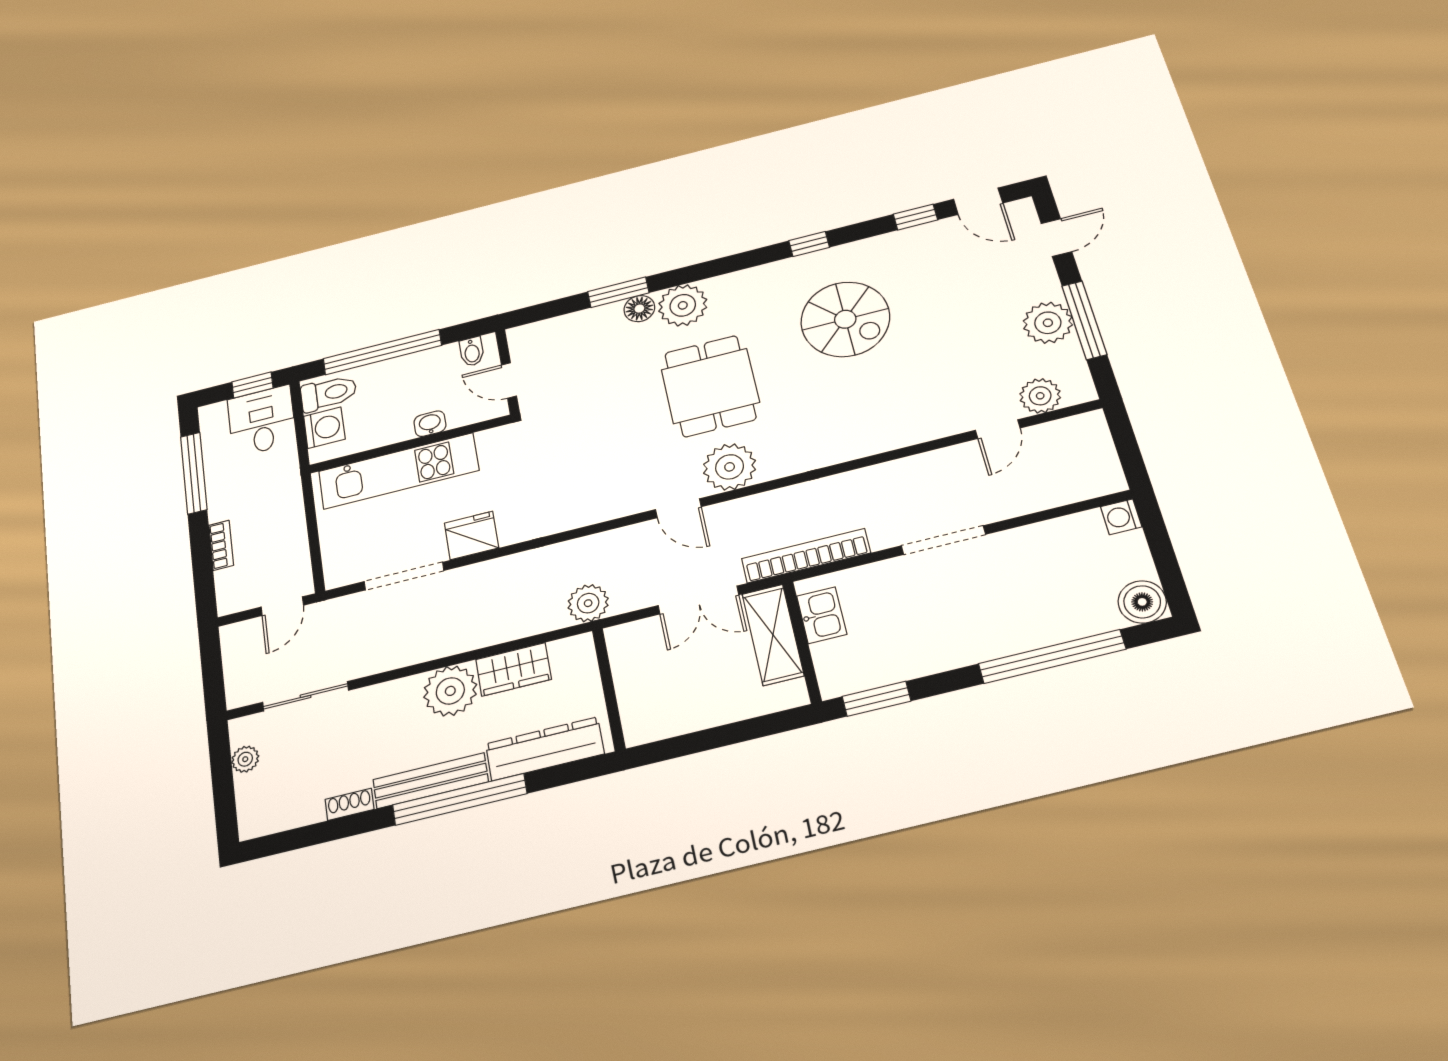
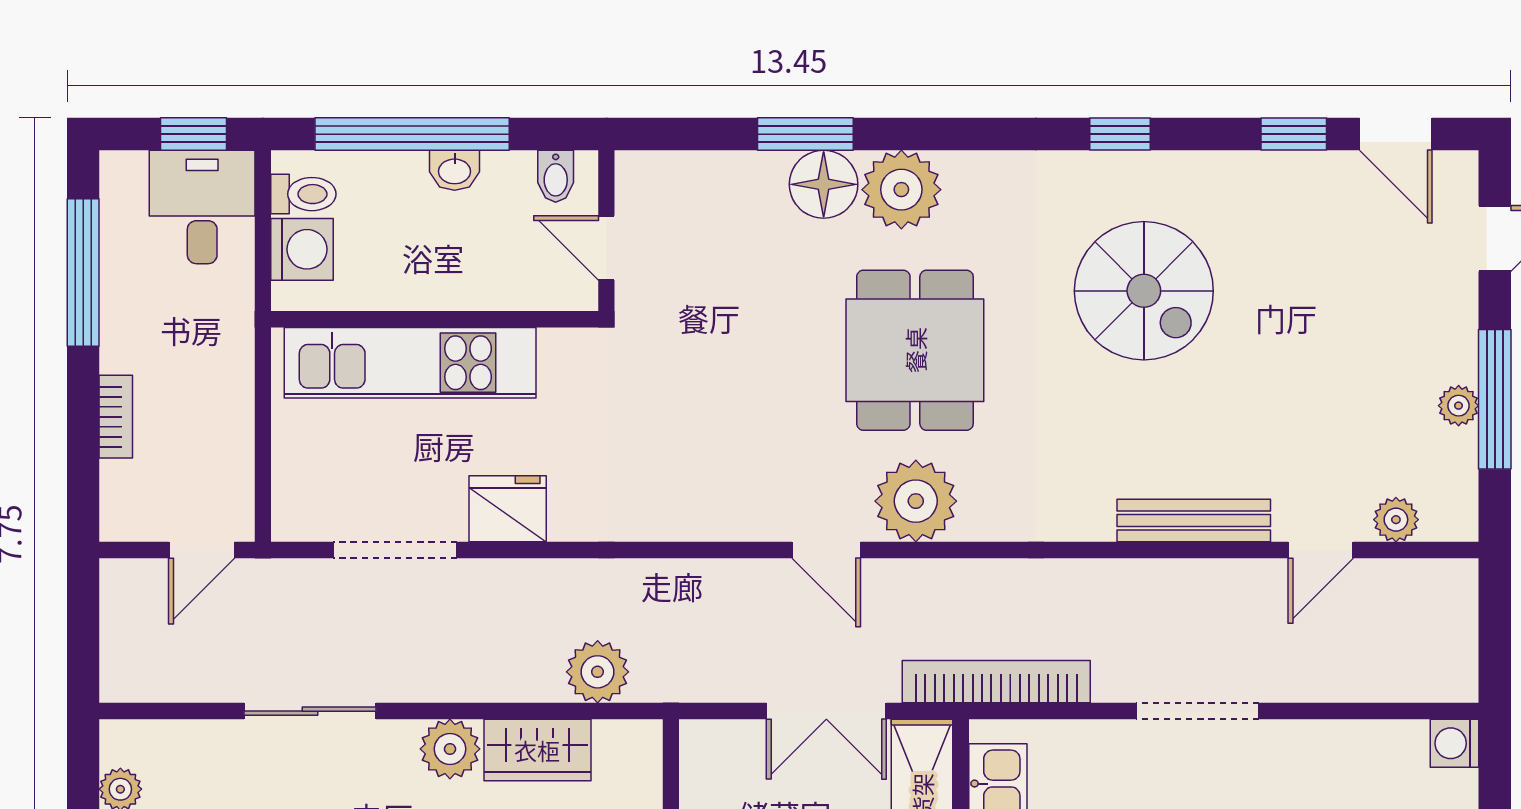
floor lamp: (639, 309) -> (824, 184), width x1.38, depth x1.38
plant: (1048, 323) -> (1459, 406), width x0.53, depth x0.53
toilet: (329, 393) -> (303, 194), width x0.73, depth x0.72
plant: (1040, 396) -> (1396, 520), width x0.73, depth x0.73
washbasin: (430, 424) -> (455, 170), moved, turned 180
bench: (911, 433) -> (1194, 520), added
plant: (588, 603) -> (598, 672), moved
plant: (450, 691) -> (450, 749), width x0.73, depth x0.73
sliding door: (306, 696) -> (310, 711), moved

